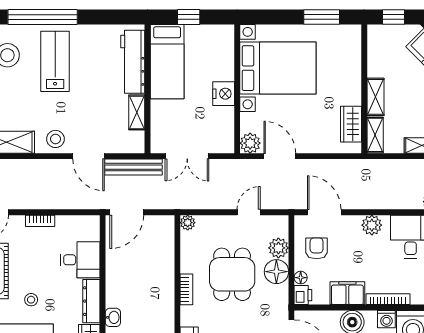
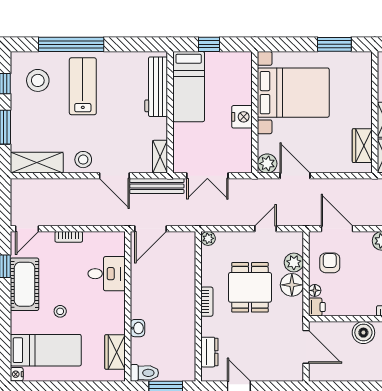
shelving: (137, 112) -> (160, 157), moved
filing cabinet: (347, 293) -> (359, 305), removed
dresser: (91, 301) -> (117, 313), removed

